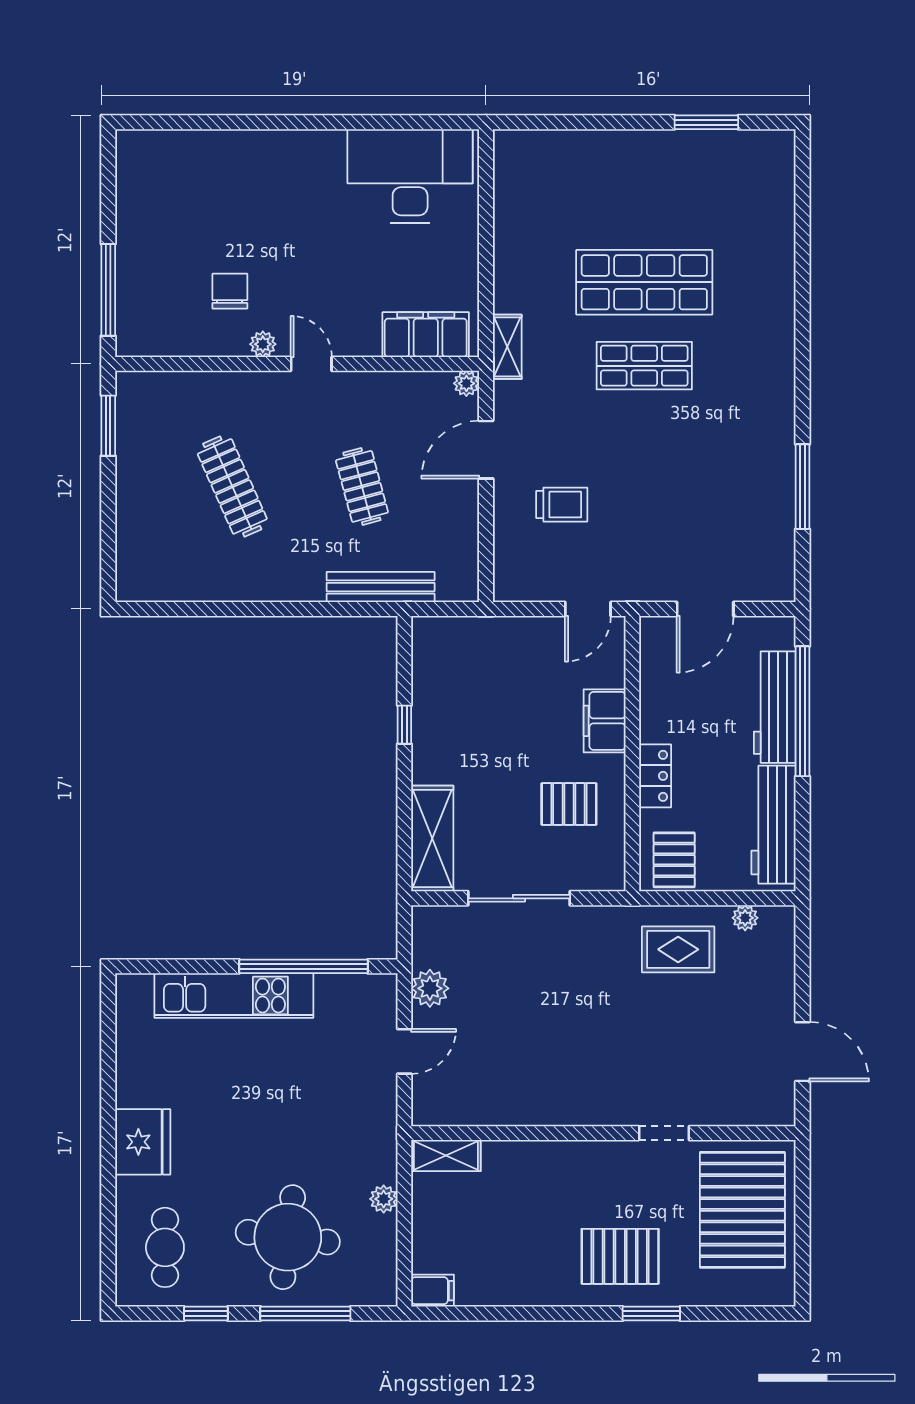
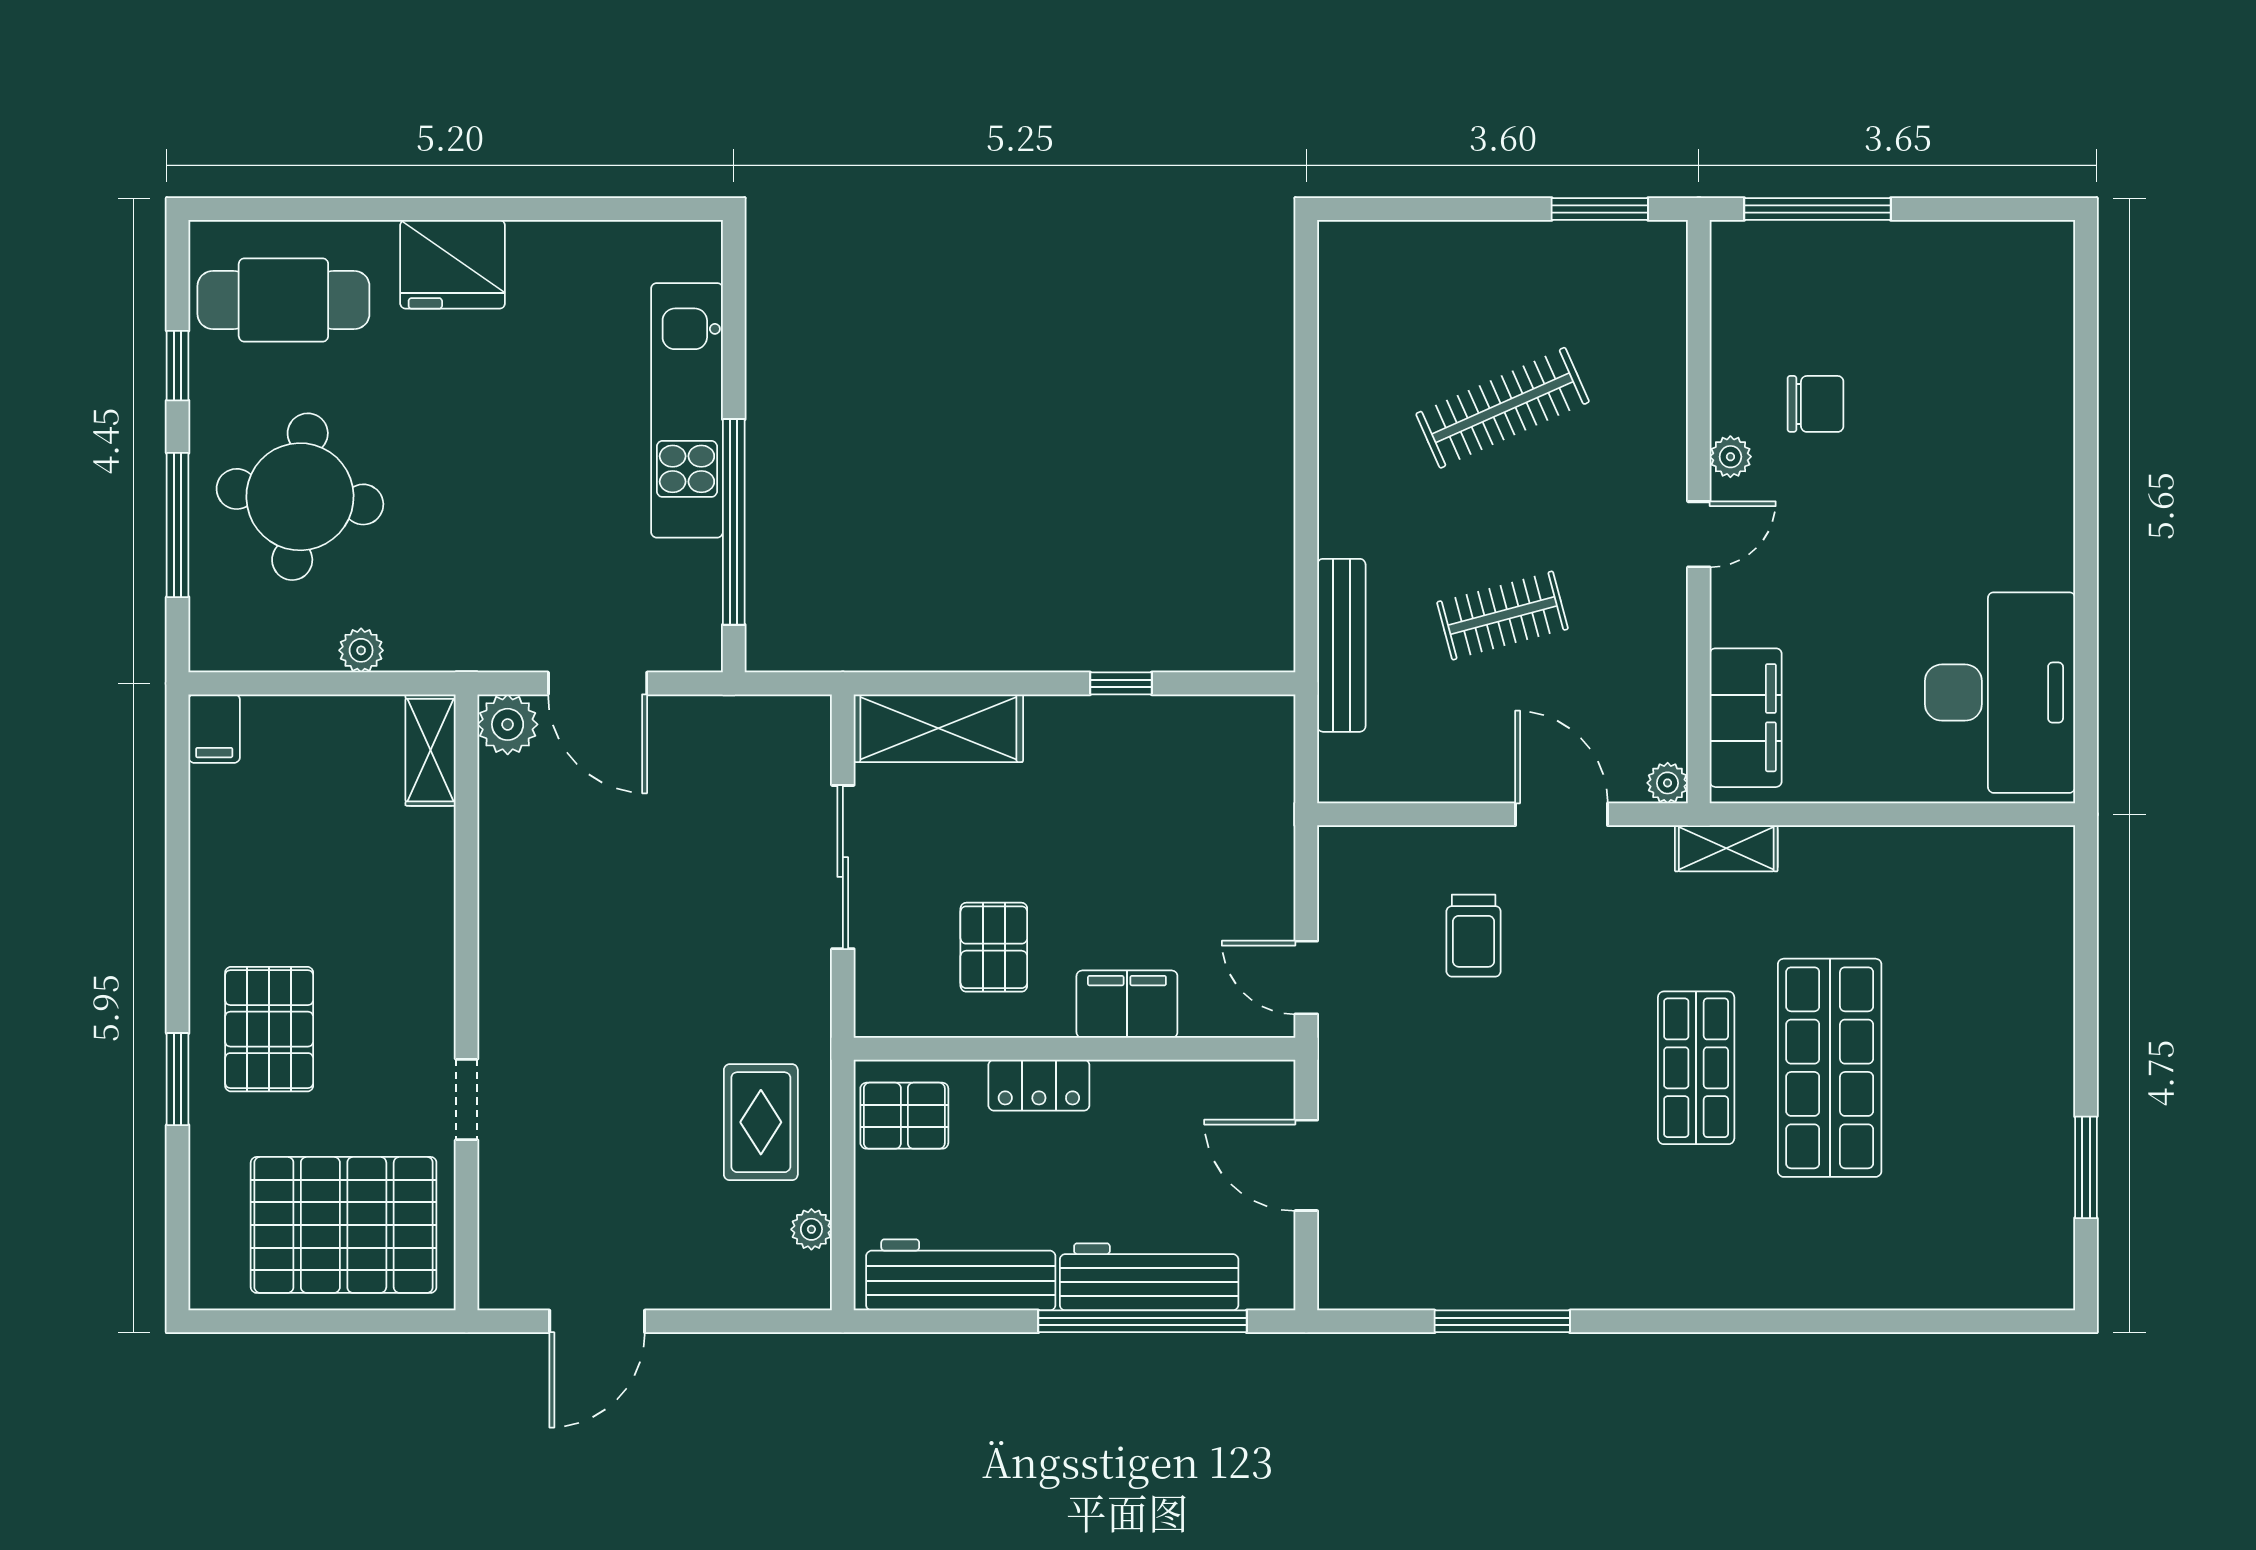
plant: (430, 988) -> (508, 724), moved
door: (404, 1051) -> (598, 683), width x1.38
cafe table: (165, 1247) -> (283, 300), width x1.37, depth x1.35

